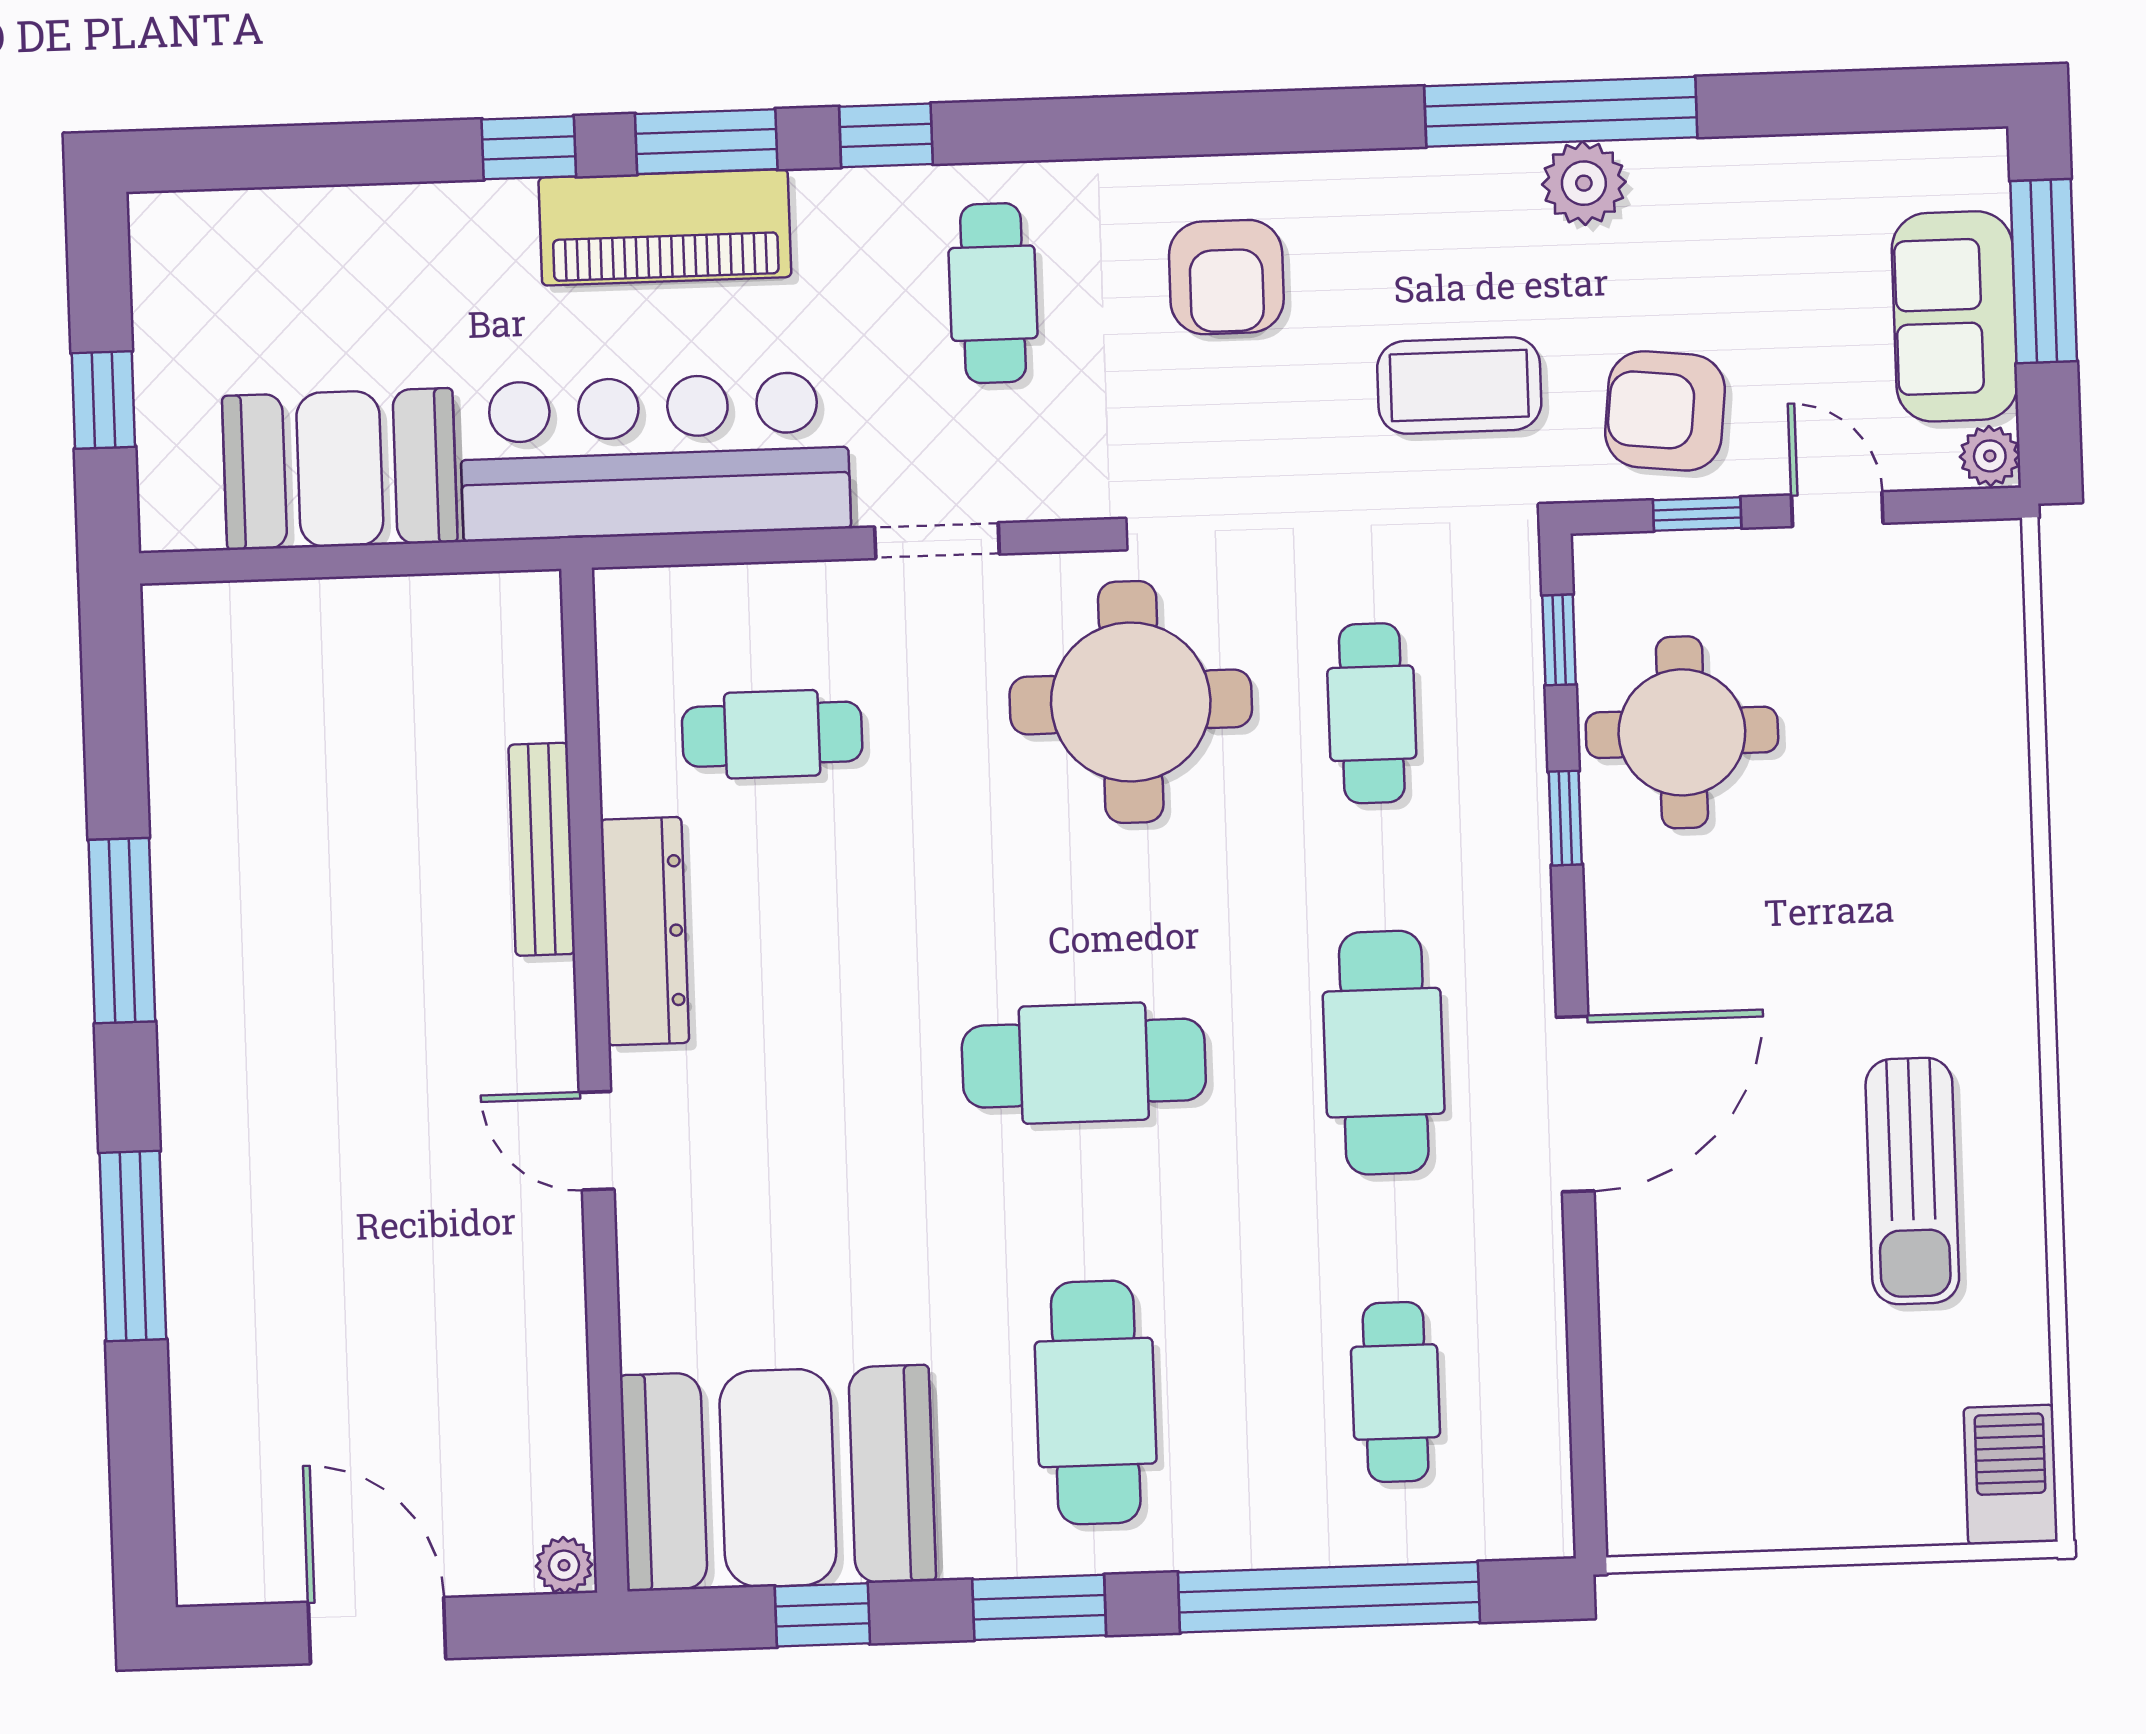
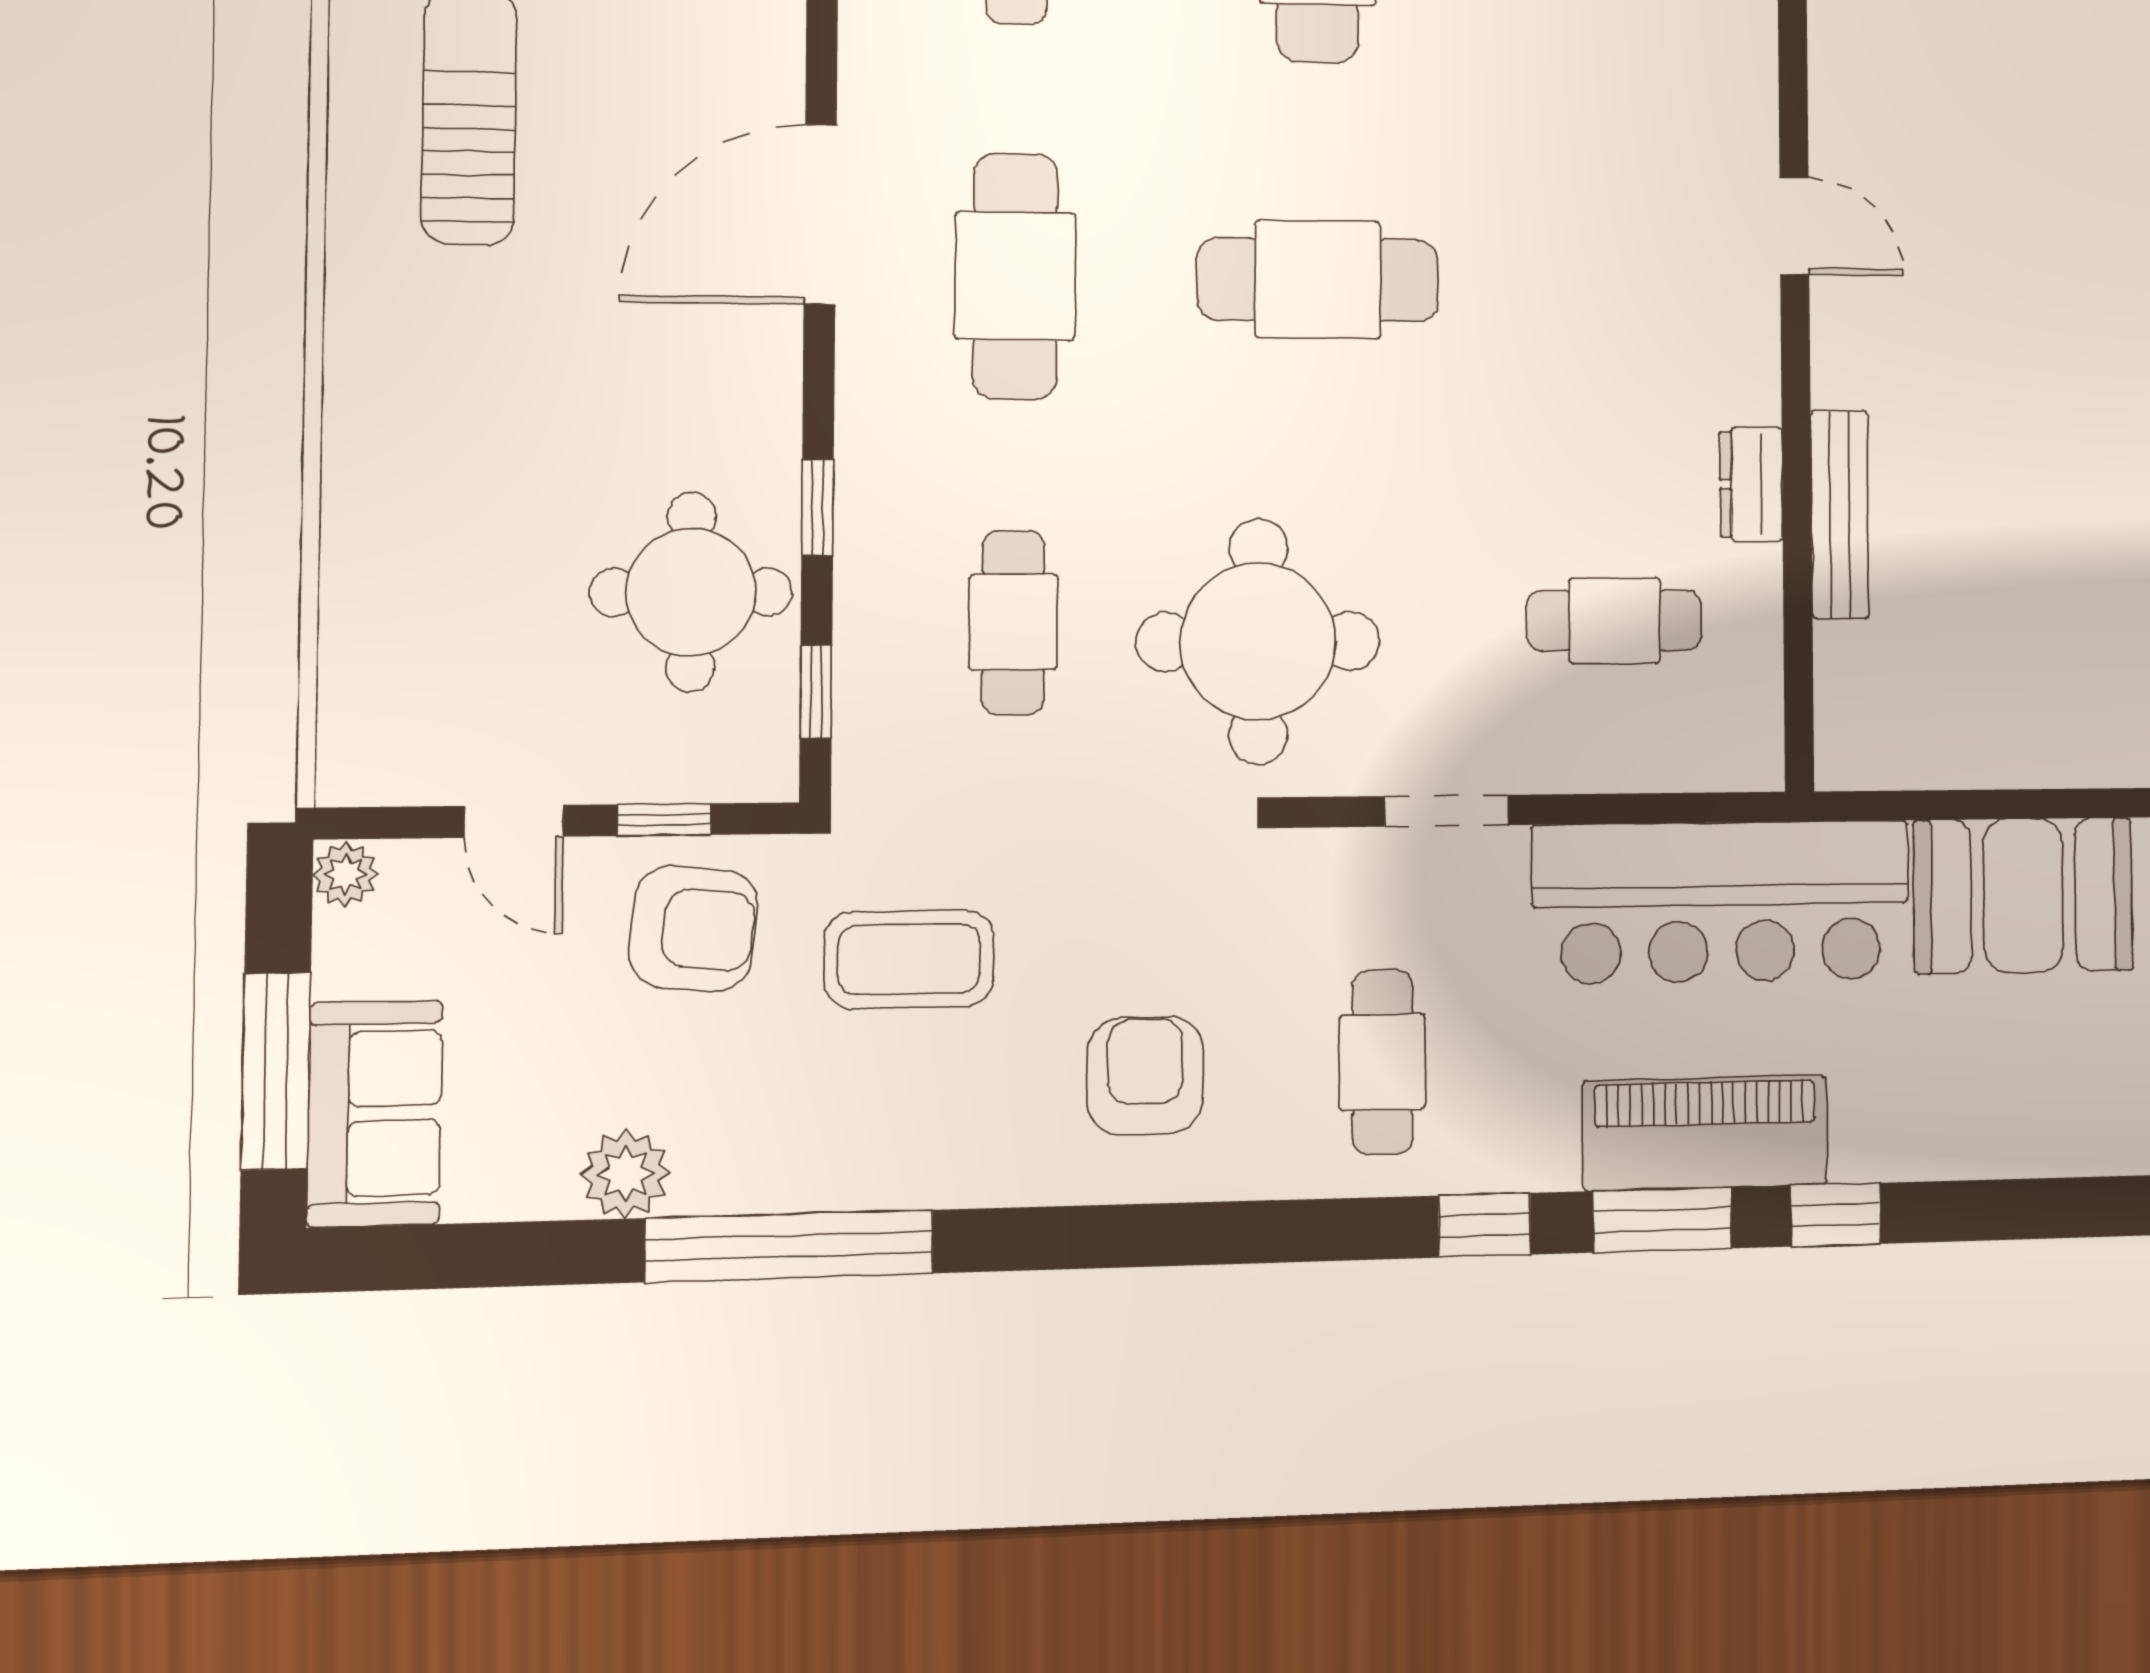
plant: (1584, 183) -> (626, 1174), moved
sofa: (1955, 316) -> (375, 1114), moved
dresser: (645, 931) -> (1751, 484), width x0.51, depth x0.80

